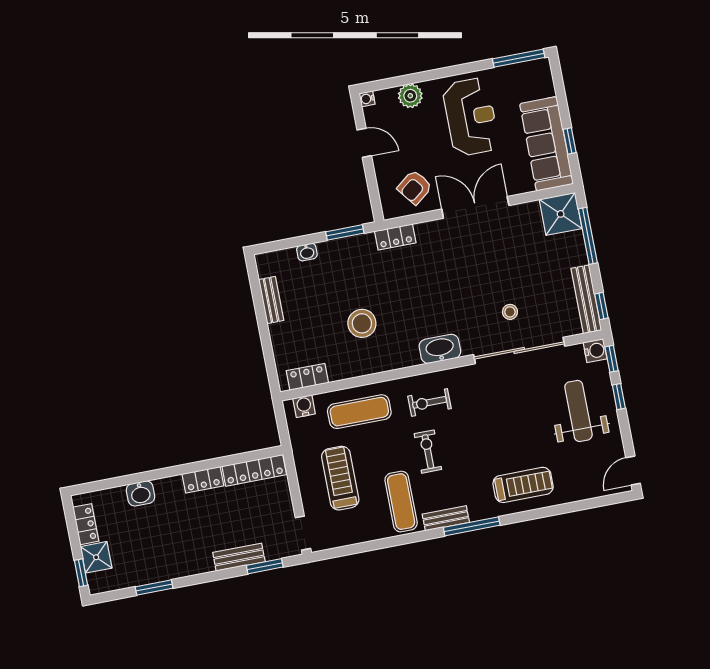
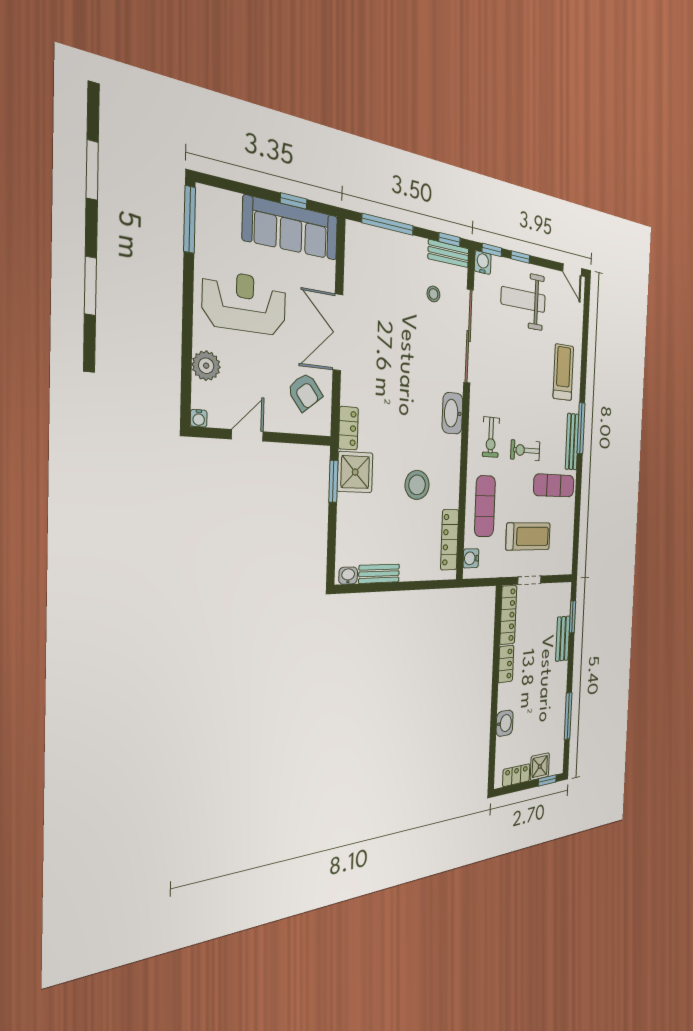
shower: (561, 214) -> (355, 472), moved
washbasin: (307, 252) -> (348, 576), moved, turned -90
bench: (586, 299) -> (448, 254), width x0.73
stool: (510, 312) -> (433, 294), moved
locker: (307, 377) -> (450, 540), width x1.53
treadmill: (340, 478) -> (528, 536), turned 180
bench: (446, 518) -> (572, 442), width x1.36
doorway: (303, 533) -> (529, 580), moved
window: (154, 588) -> (568, 716), width x1.44

